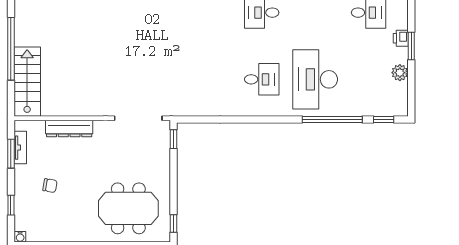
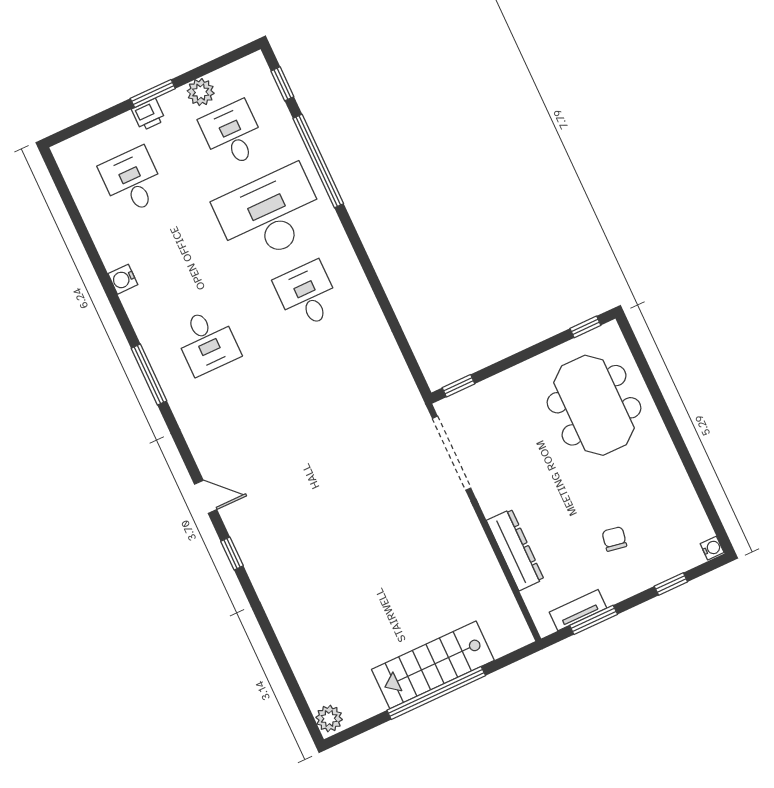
desk: (315, 79) -> (270, 215), turned 180
desk: (369, 79) -> (233, 134), added
stairs: (27, 82) -> (433, 665), moved

